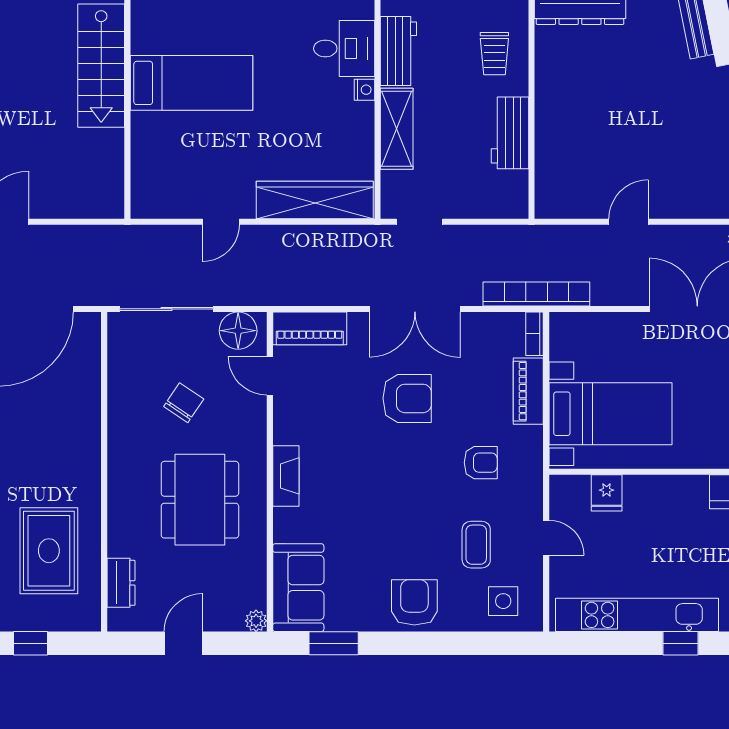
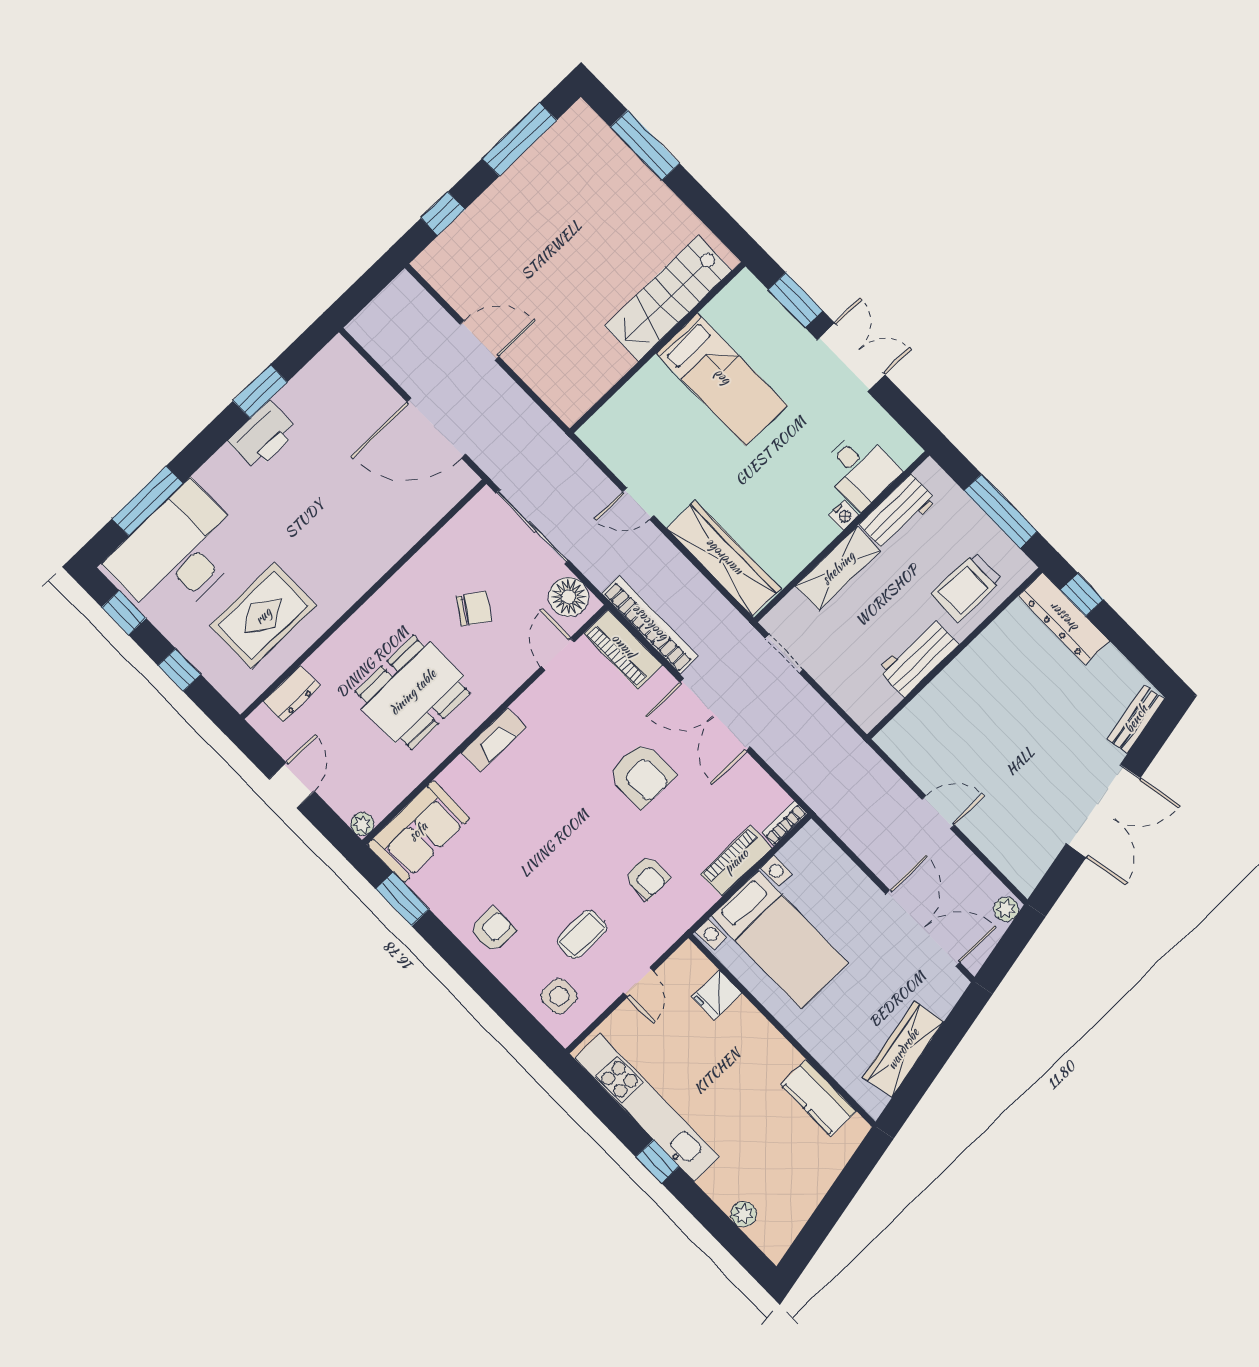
trolley: (494, 54) -> (967, 587), width x1.36, depth x1.39
bookcase: (536, 294) -> (650, 625), moved
armchair: (414, 602) -> (493, 930), width x0.72, depth x0.72
door: (183, 643) -> (292, 785), hinge flipped

